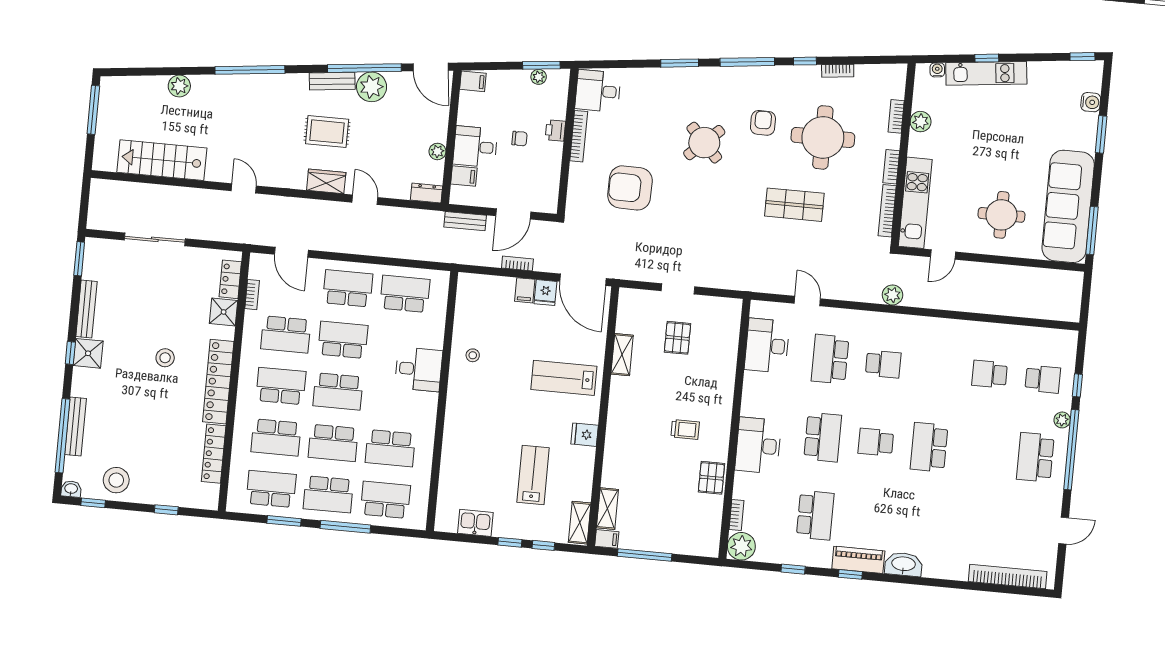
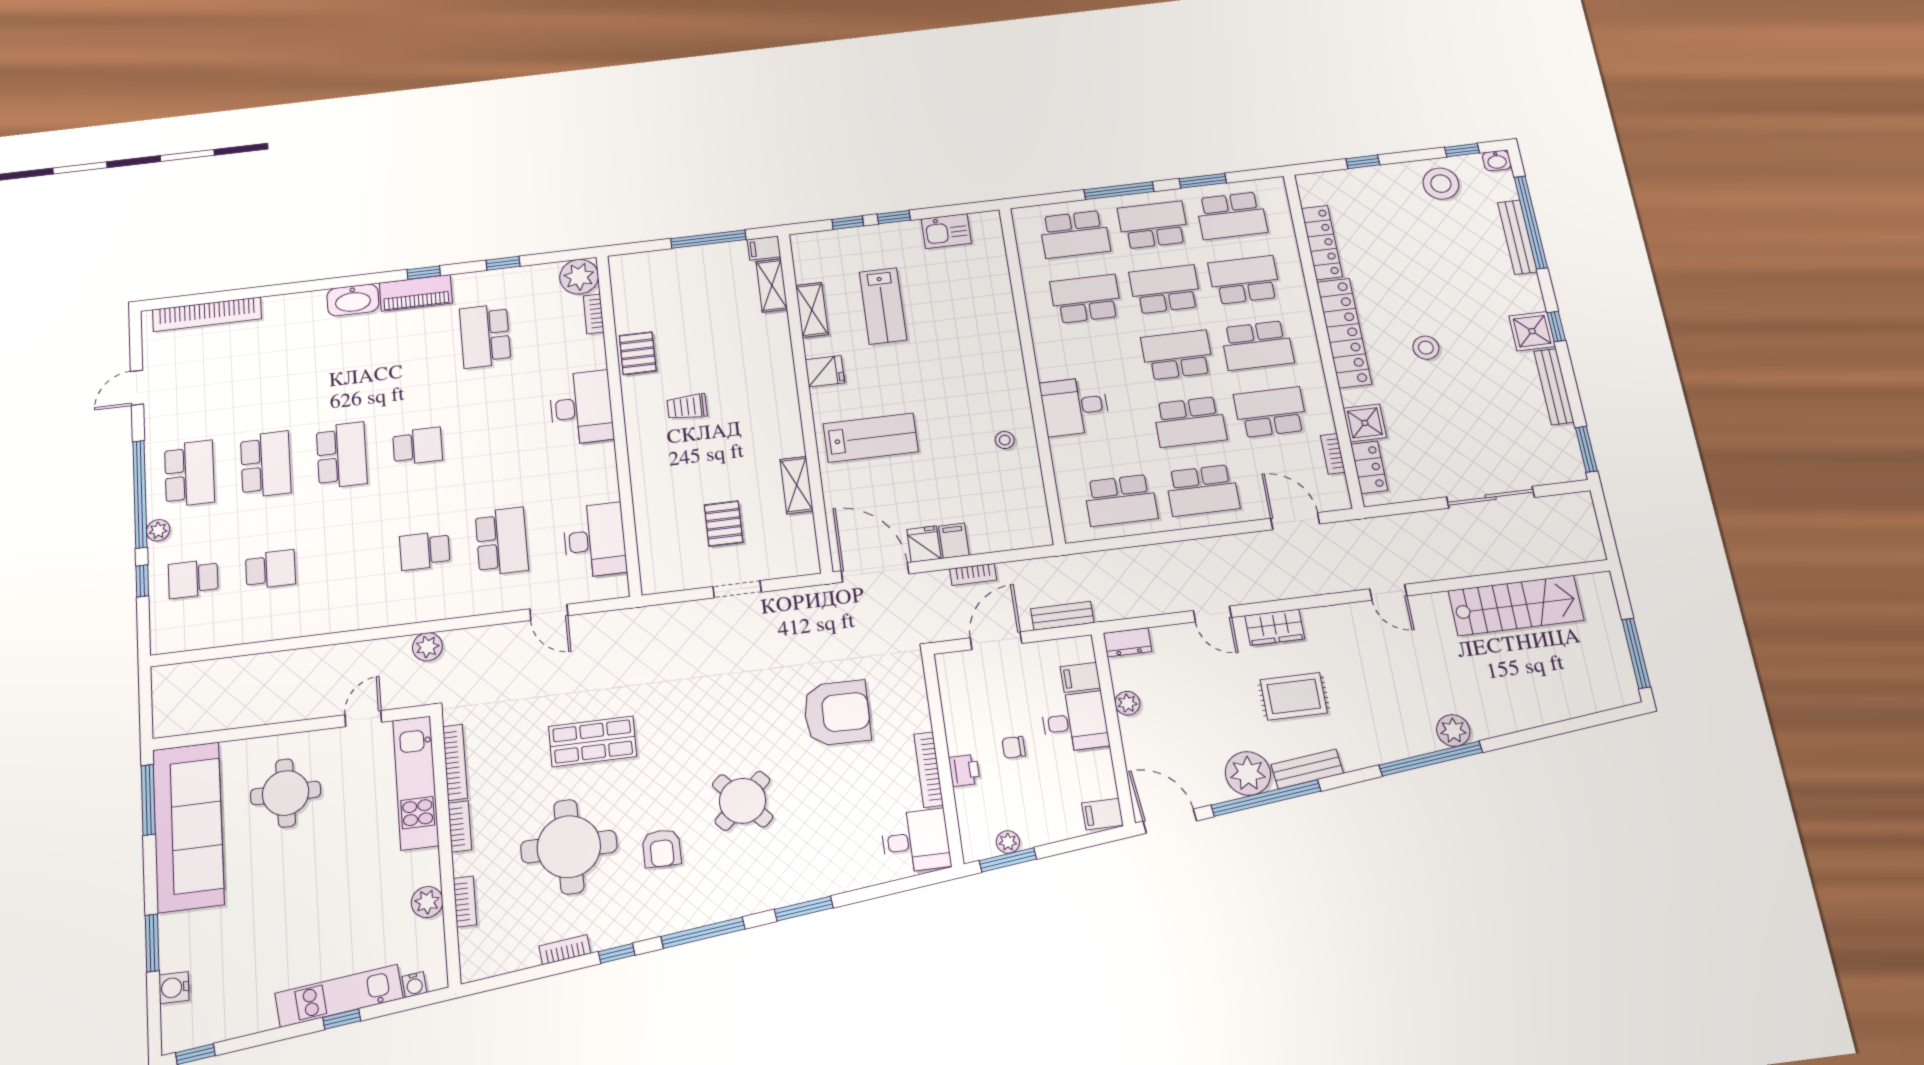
plant: (179, 86) -> (1453, 731), moved
school desk: (823, 437) -> (266, 464), moved, turned 180
shelving: (580, 523) -> (812, 310), moved

